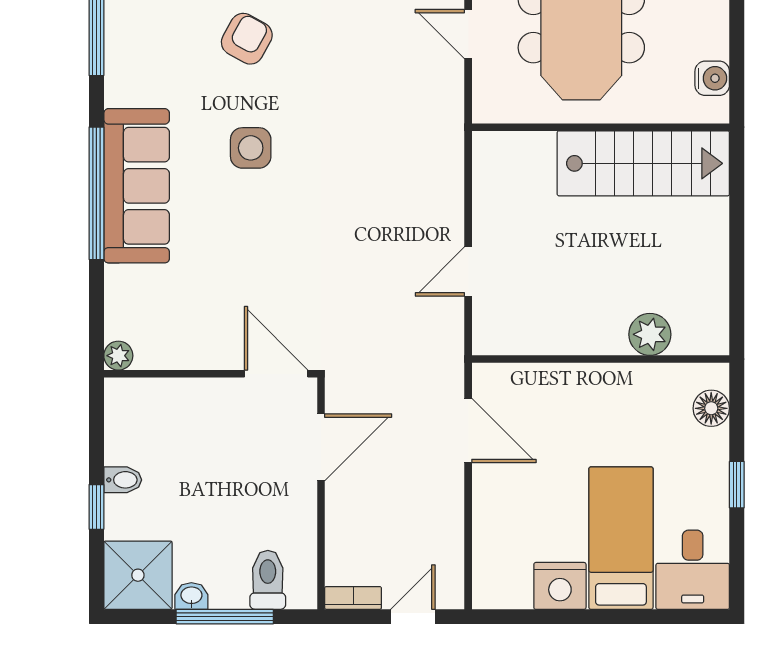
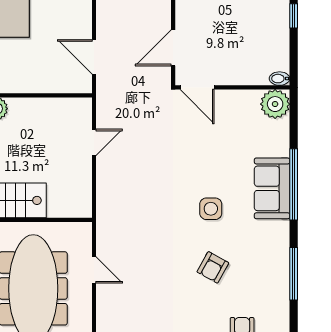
sofa: (137, 186) -> (272, 188), width x0.73
plant: (118, 356) -> (275, 104), width x1.87, depth x1.87
bidet: (123, 480) -> (280, 79), moved

